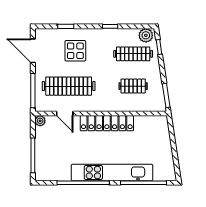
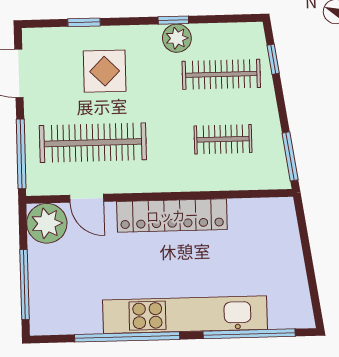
plant: (146, 35) -> (177, 38), moved
plant: (40, 121) -> (47, 223), width x1.88, depth x1.88

